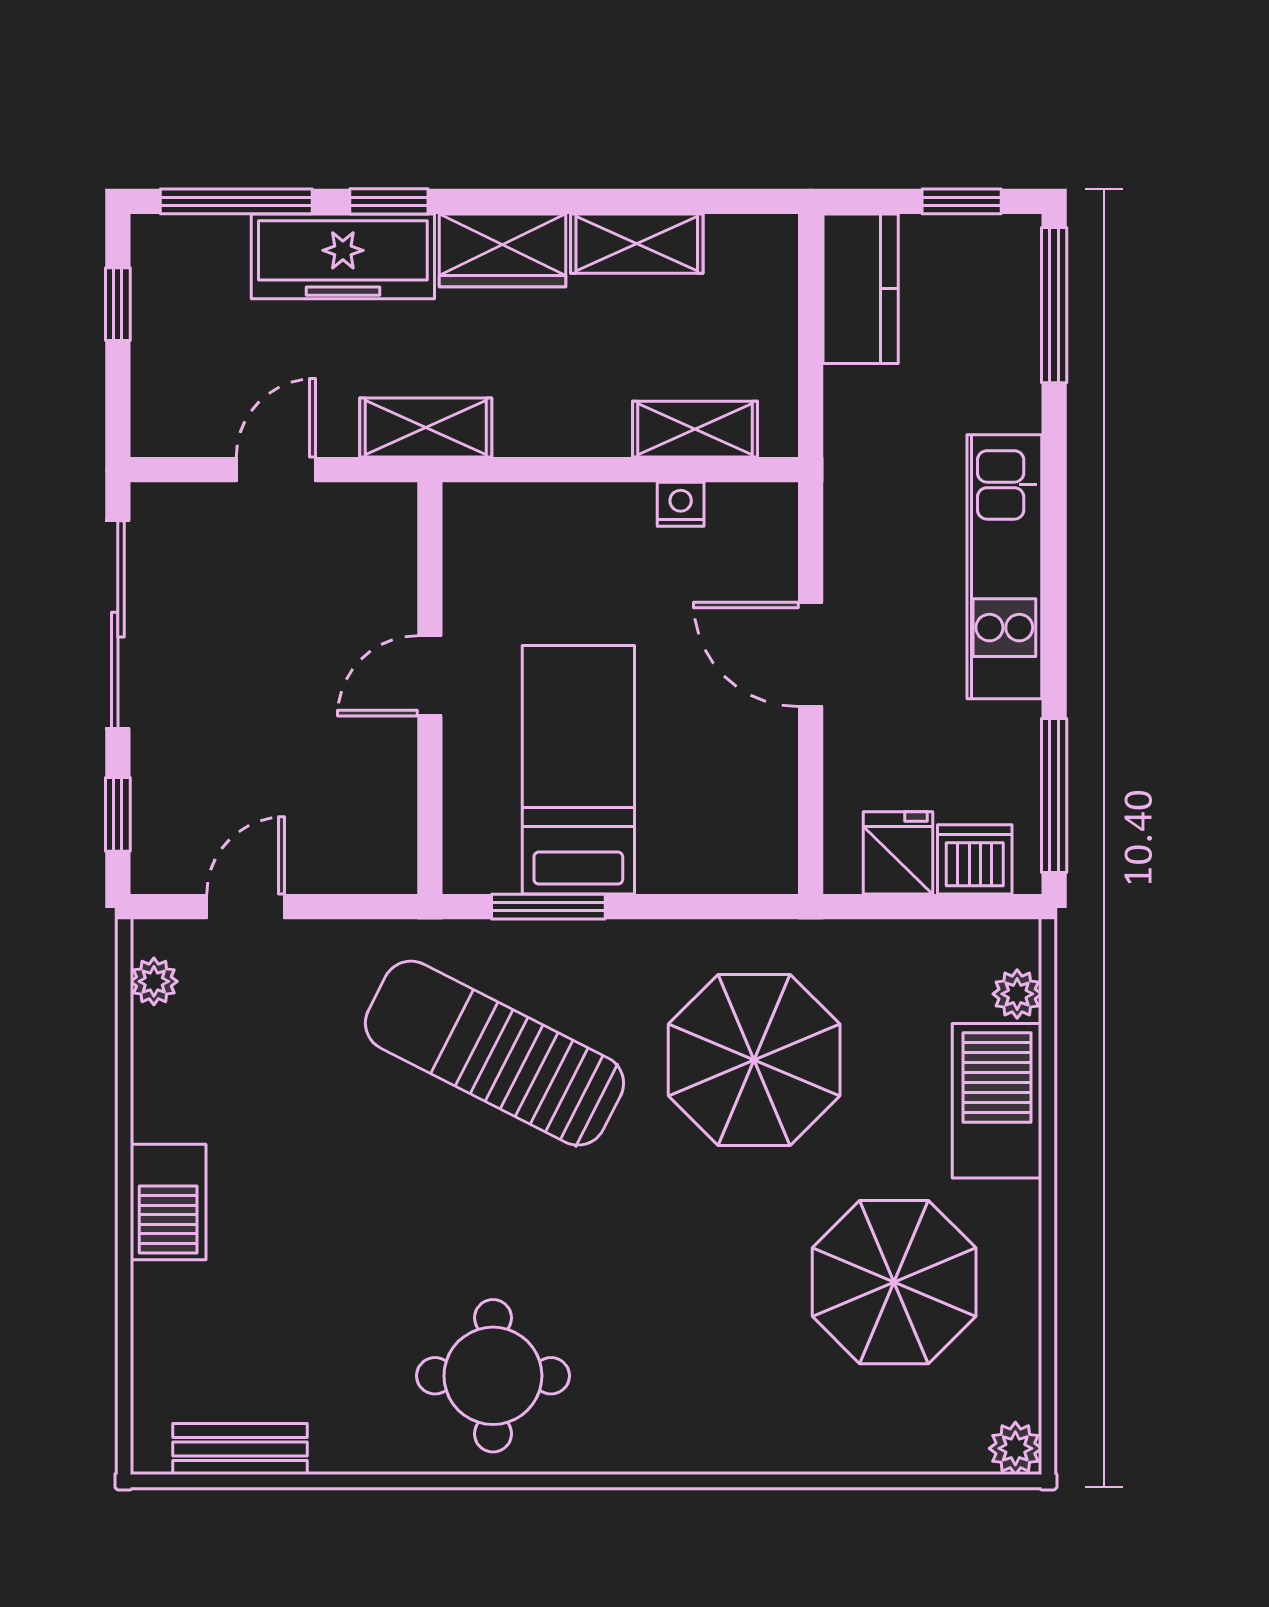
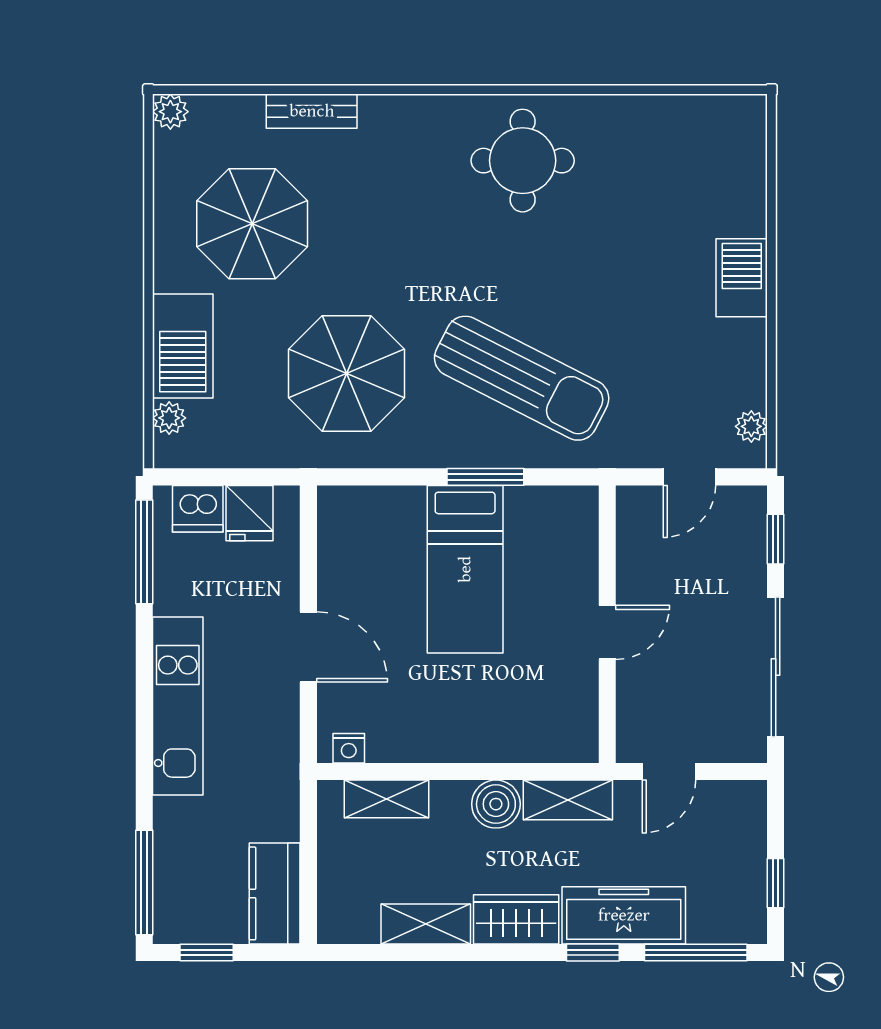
boiler: (533, 421) -> (496, 804), added
nightstand: (681, 504) -> (349, 748), moved
door: (430, 676) -> (607, 632), moved
wall: (430, 688) -> (607, 624), moved
bench: (240, 1449) -> (312, 111), moved

